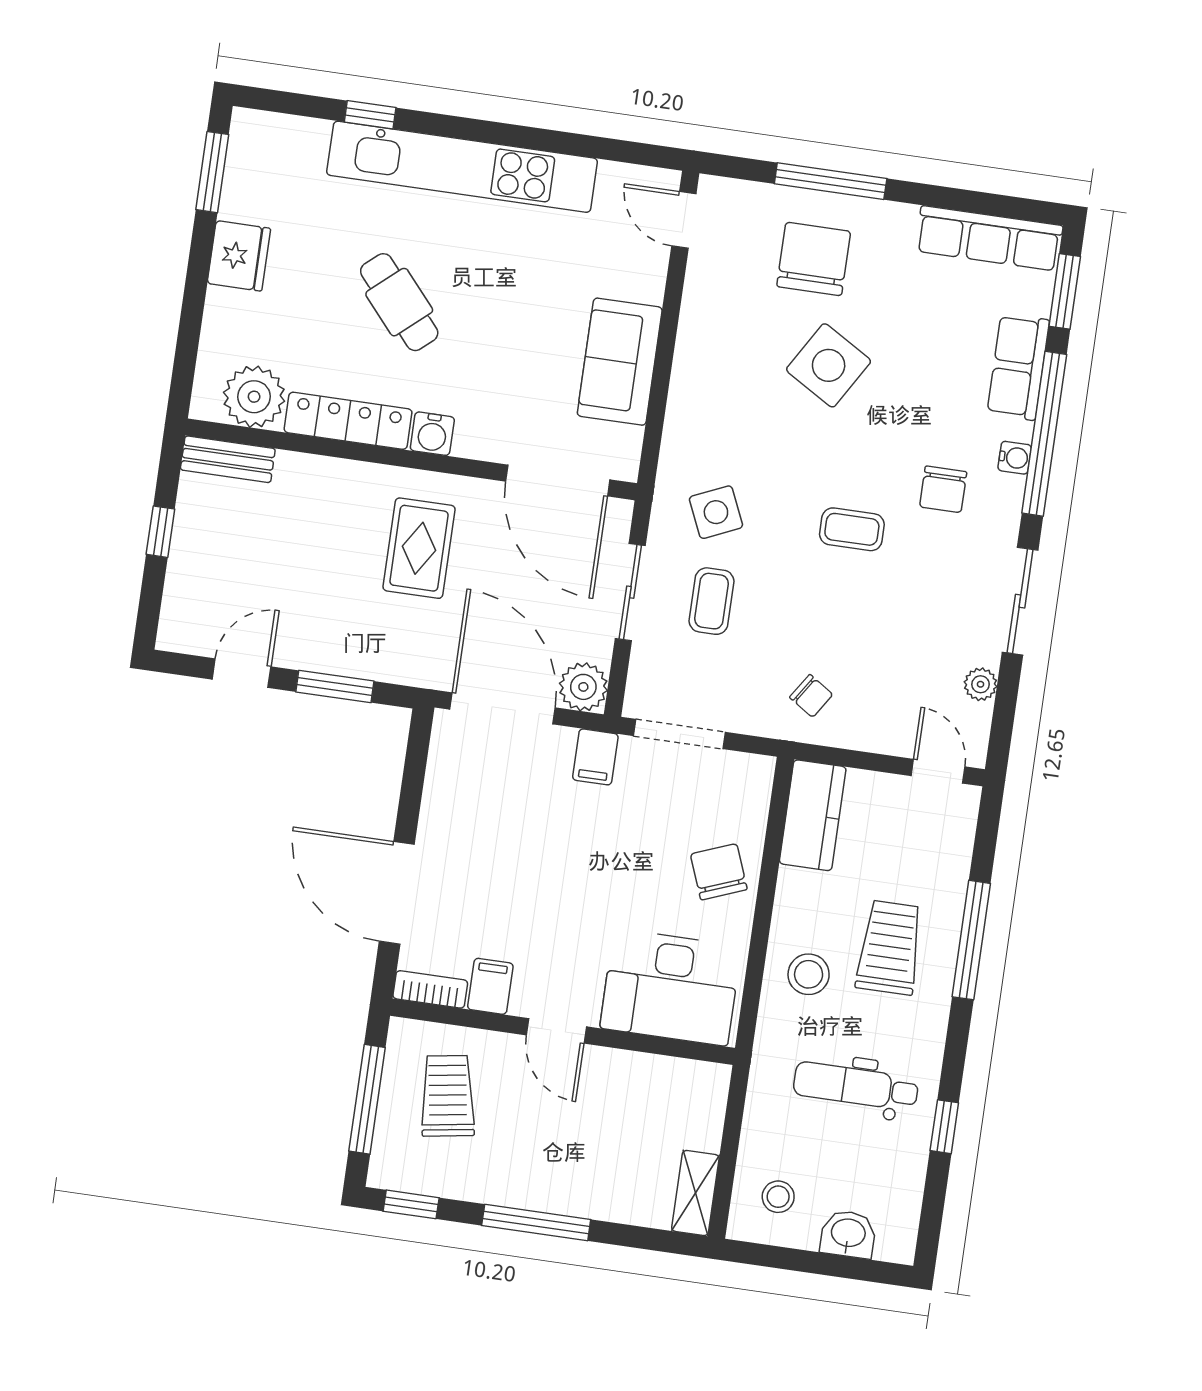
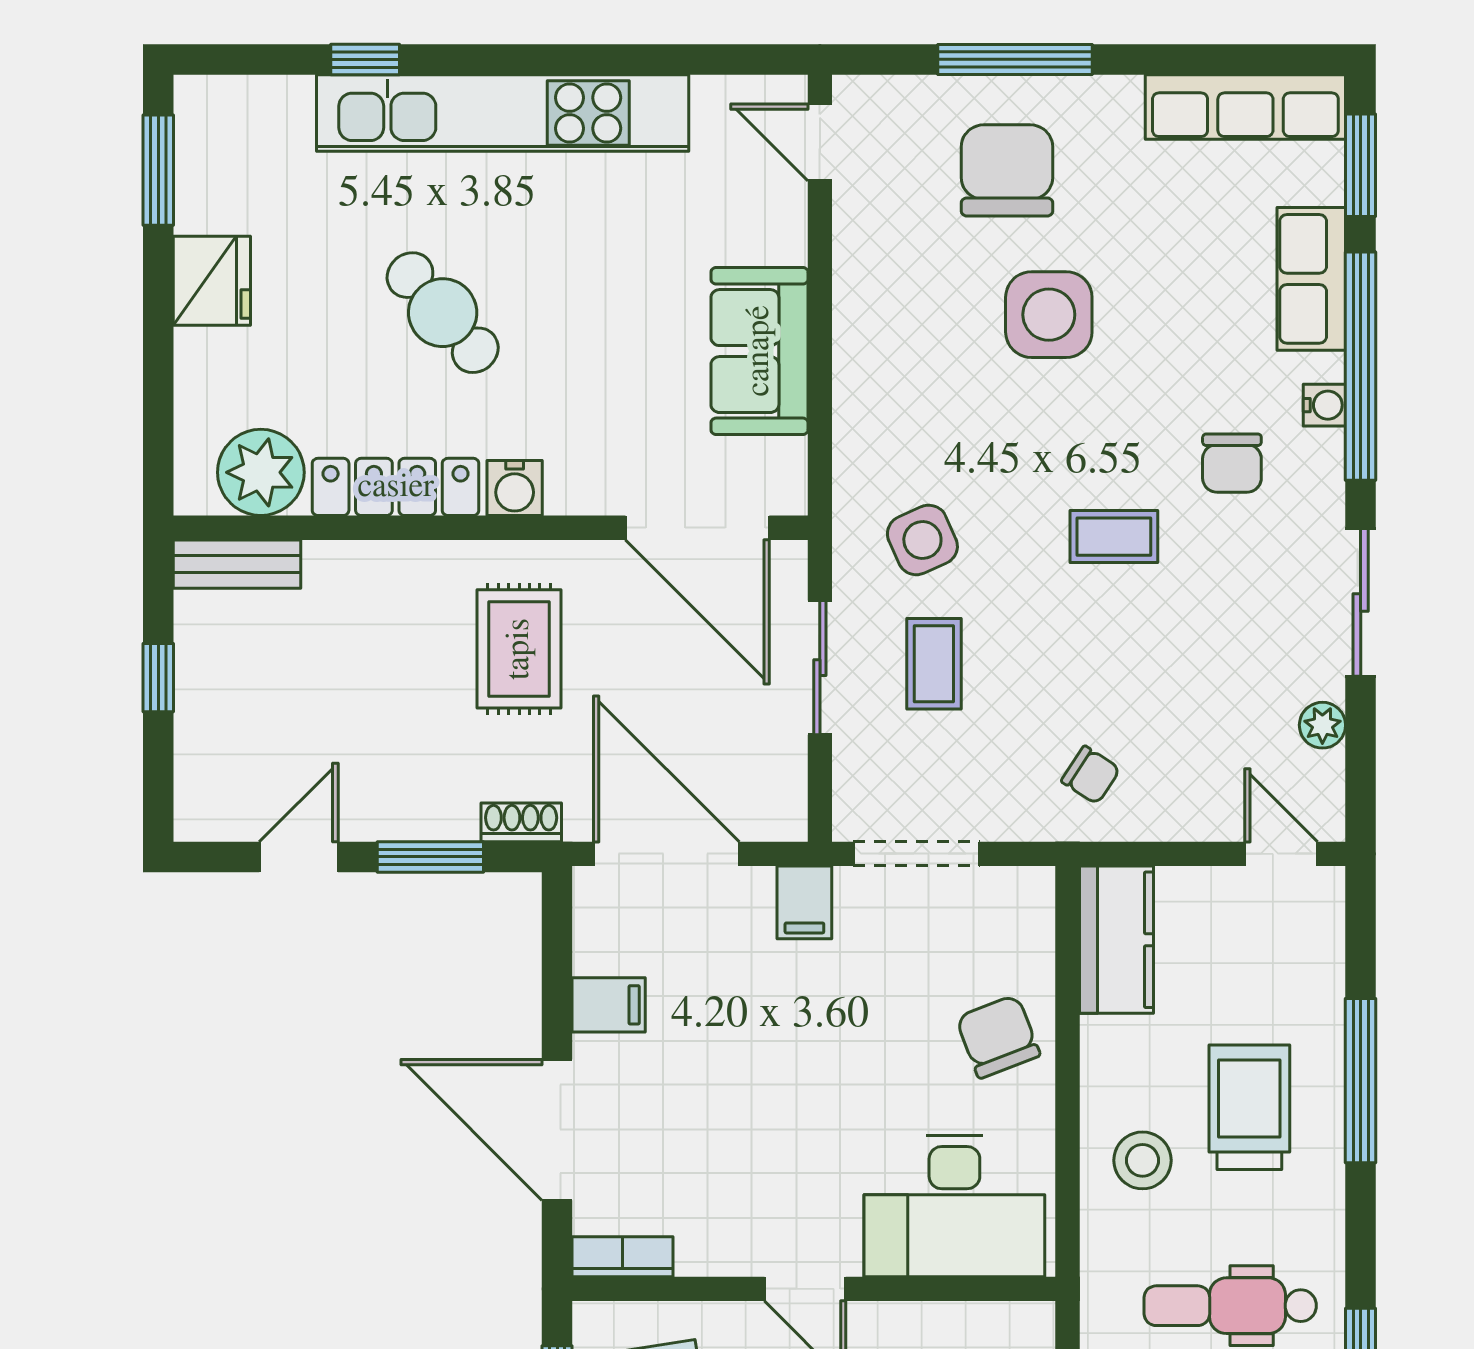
side table: (829, 365) -> (1049, 315), turned -31
shoe rack: (403, 671) -> (521, 822), added
plant: (583, 687) -> (774, 808), removed
filing cabinet: (490, 986) -> (609, 1005), moved, turned 90

